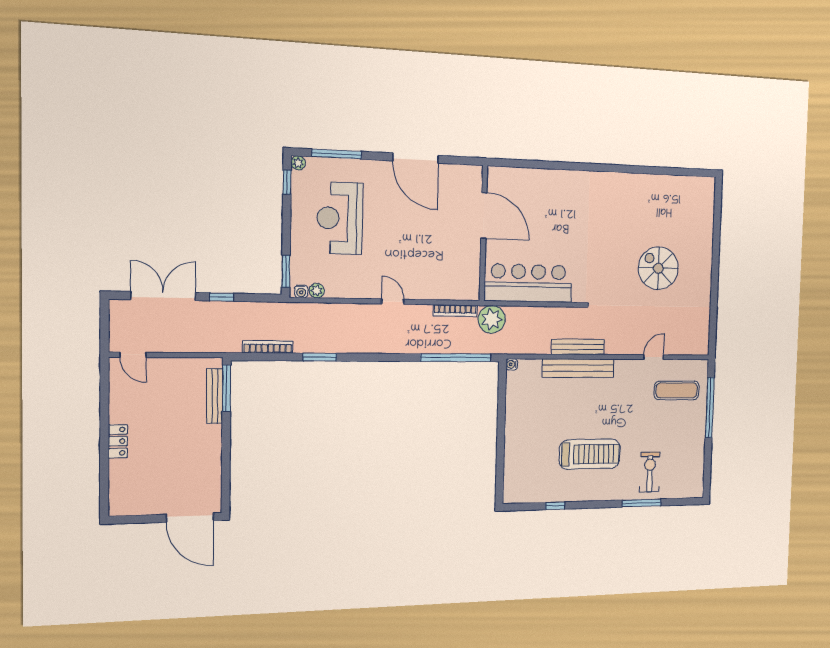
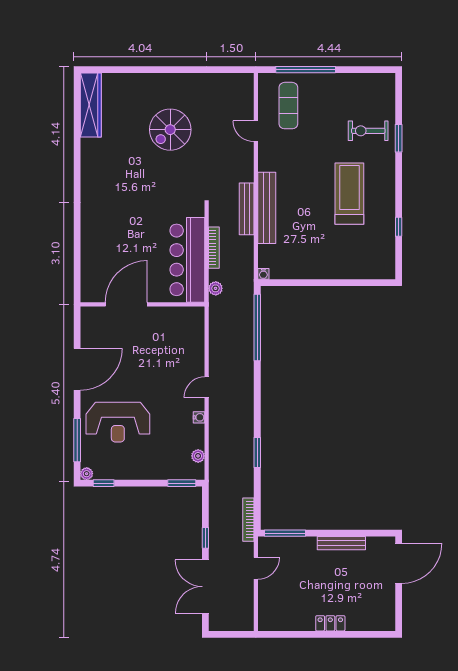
wardrobe: (685, 186) -> (91, 105), added
reception desk: (340, 218) -> (118, 422), moved
water cooler: (301, 291) -> (199, 417), moved
bookcase: (455, 311) -> (214, 248), moved
plant: (492, 319) -> (216, 288), width x0.53, depth x0.53
bookcase: (268, 347) -> (248, 520), moved
door: (133, 355) -> (256, 568), moved
bench: (215, 396) -> (341, 543), moved
window: (642, 503) -> (399, 138), width x0.69

